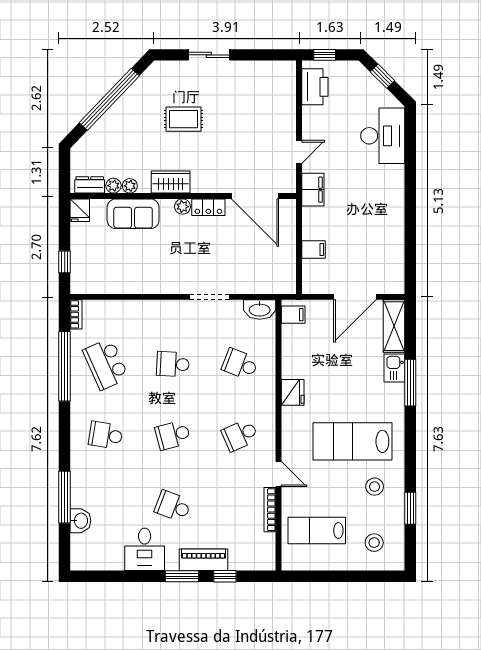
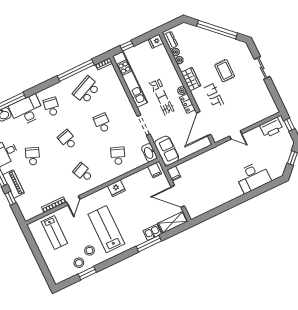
desk: (383, 136) -> (253, 177), moved
filing cabinet: (313, 190) -> (220, 151), removed
sofa: (133, 214) -> (167, 151), moved, turned 180
filing cabinet: (314, 249) -> (174, 173), moved
kitchen unit: (123, 283) -> (130, 79), added
desk: (92, 479) -> (27, 110), added
lab bench: (317, 530) -> (54, 232), turned 180
stool: (374, 543) -> (79, 263), moved

